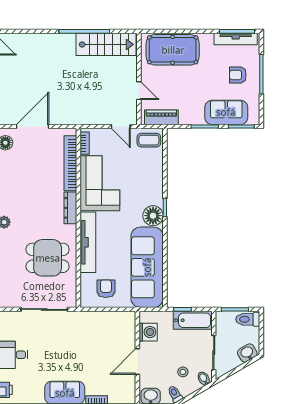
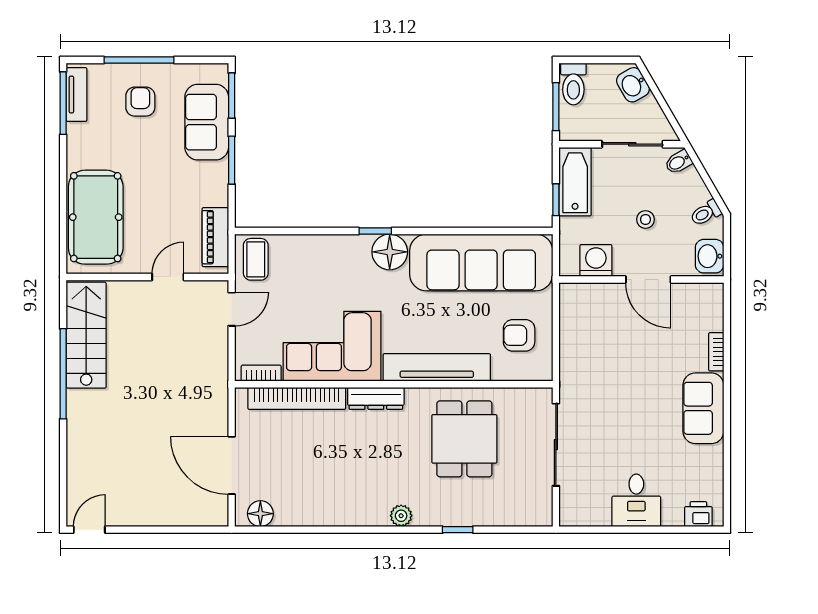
tv unit: (236, 39) -> (77, 95), width x0.71
armchair: (238, 75) -> (140, 102), turned 180
stool: (183, 372) -> (646, 219), moved

